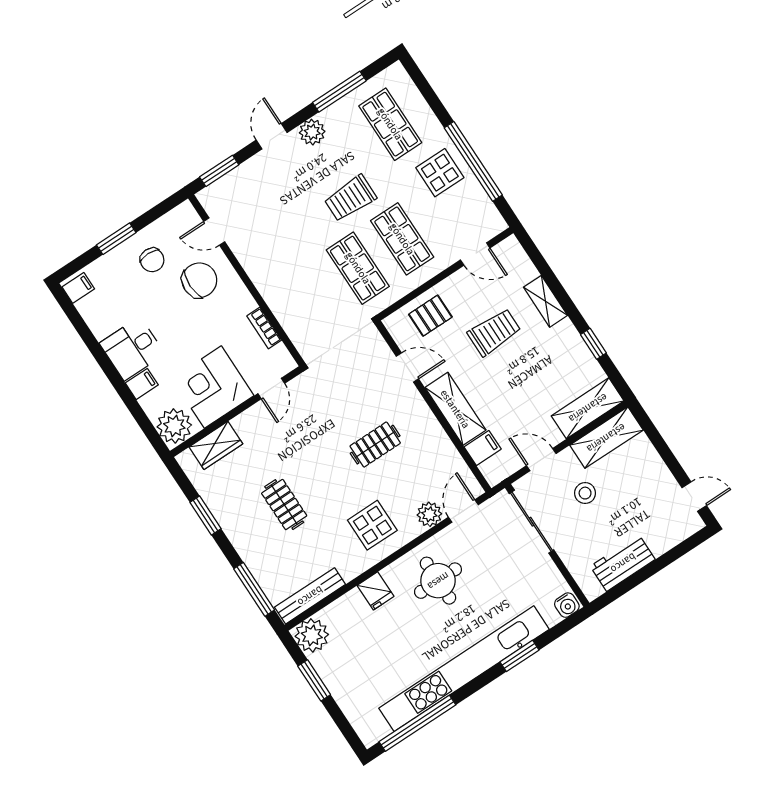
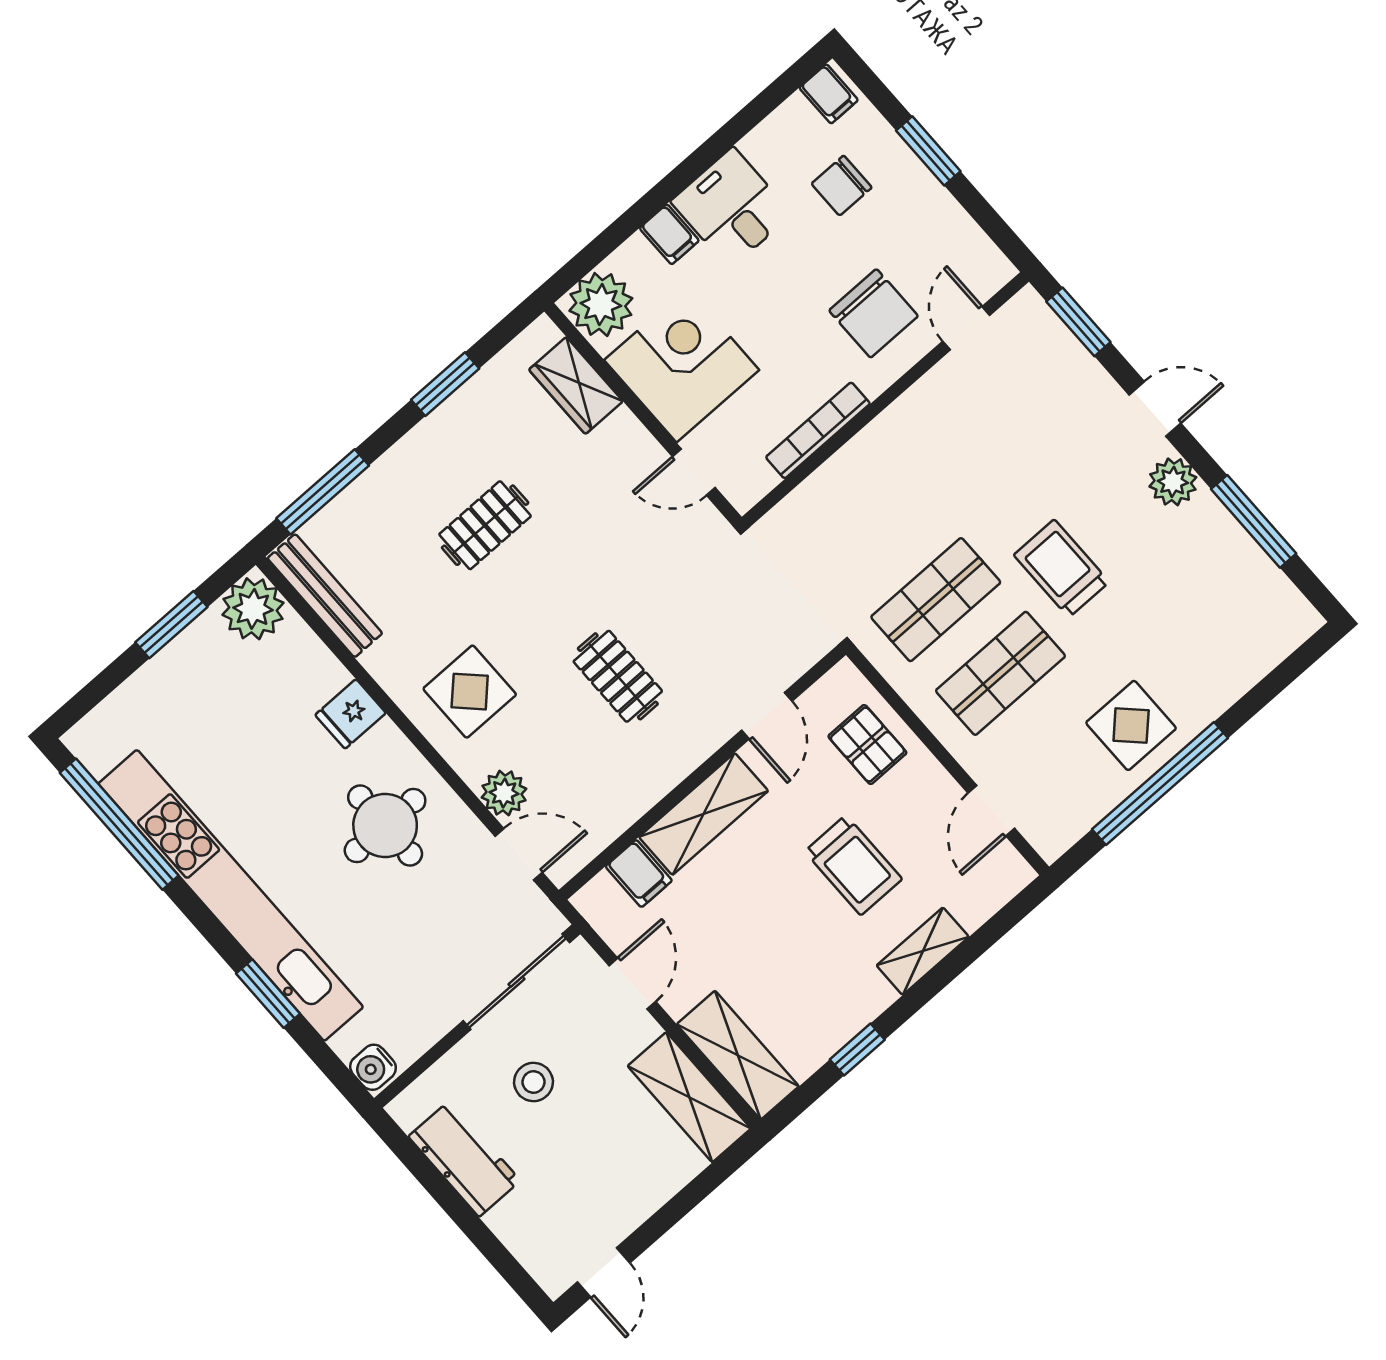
shop shelf: (390, 124) -> (1207, 622), removed
chair: (152, 260) -> (842, 186), moved
bookcase: (264, 328) -> (818, 430), width x1.56
stool: (585, 493) -> (534, 1082), moved

